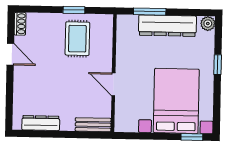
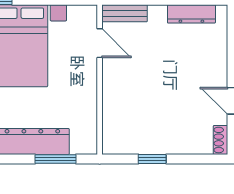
rug: (77, 39) -> (147, 123), removed
door: (113, 84) -> (100, 43), moved

